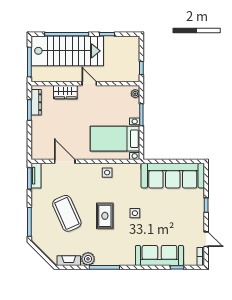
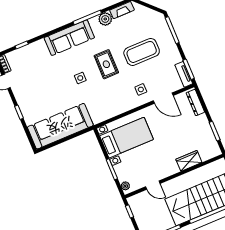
door: (89, 84) -> (153, 185), moved
dresser: (36, 102) -> (195, 102), moved
side table: (107, 173) -> (141, 89), moved
coffee table: (67, 213) -> (142, 52), turned -66
sofa: (159, 255) -> (69, 38), moved

